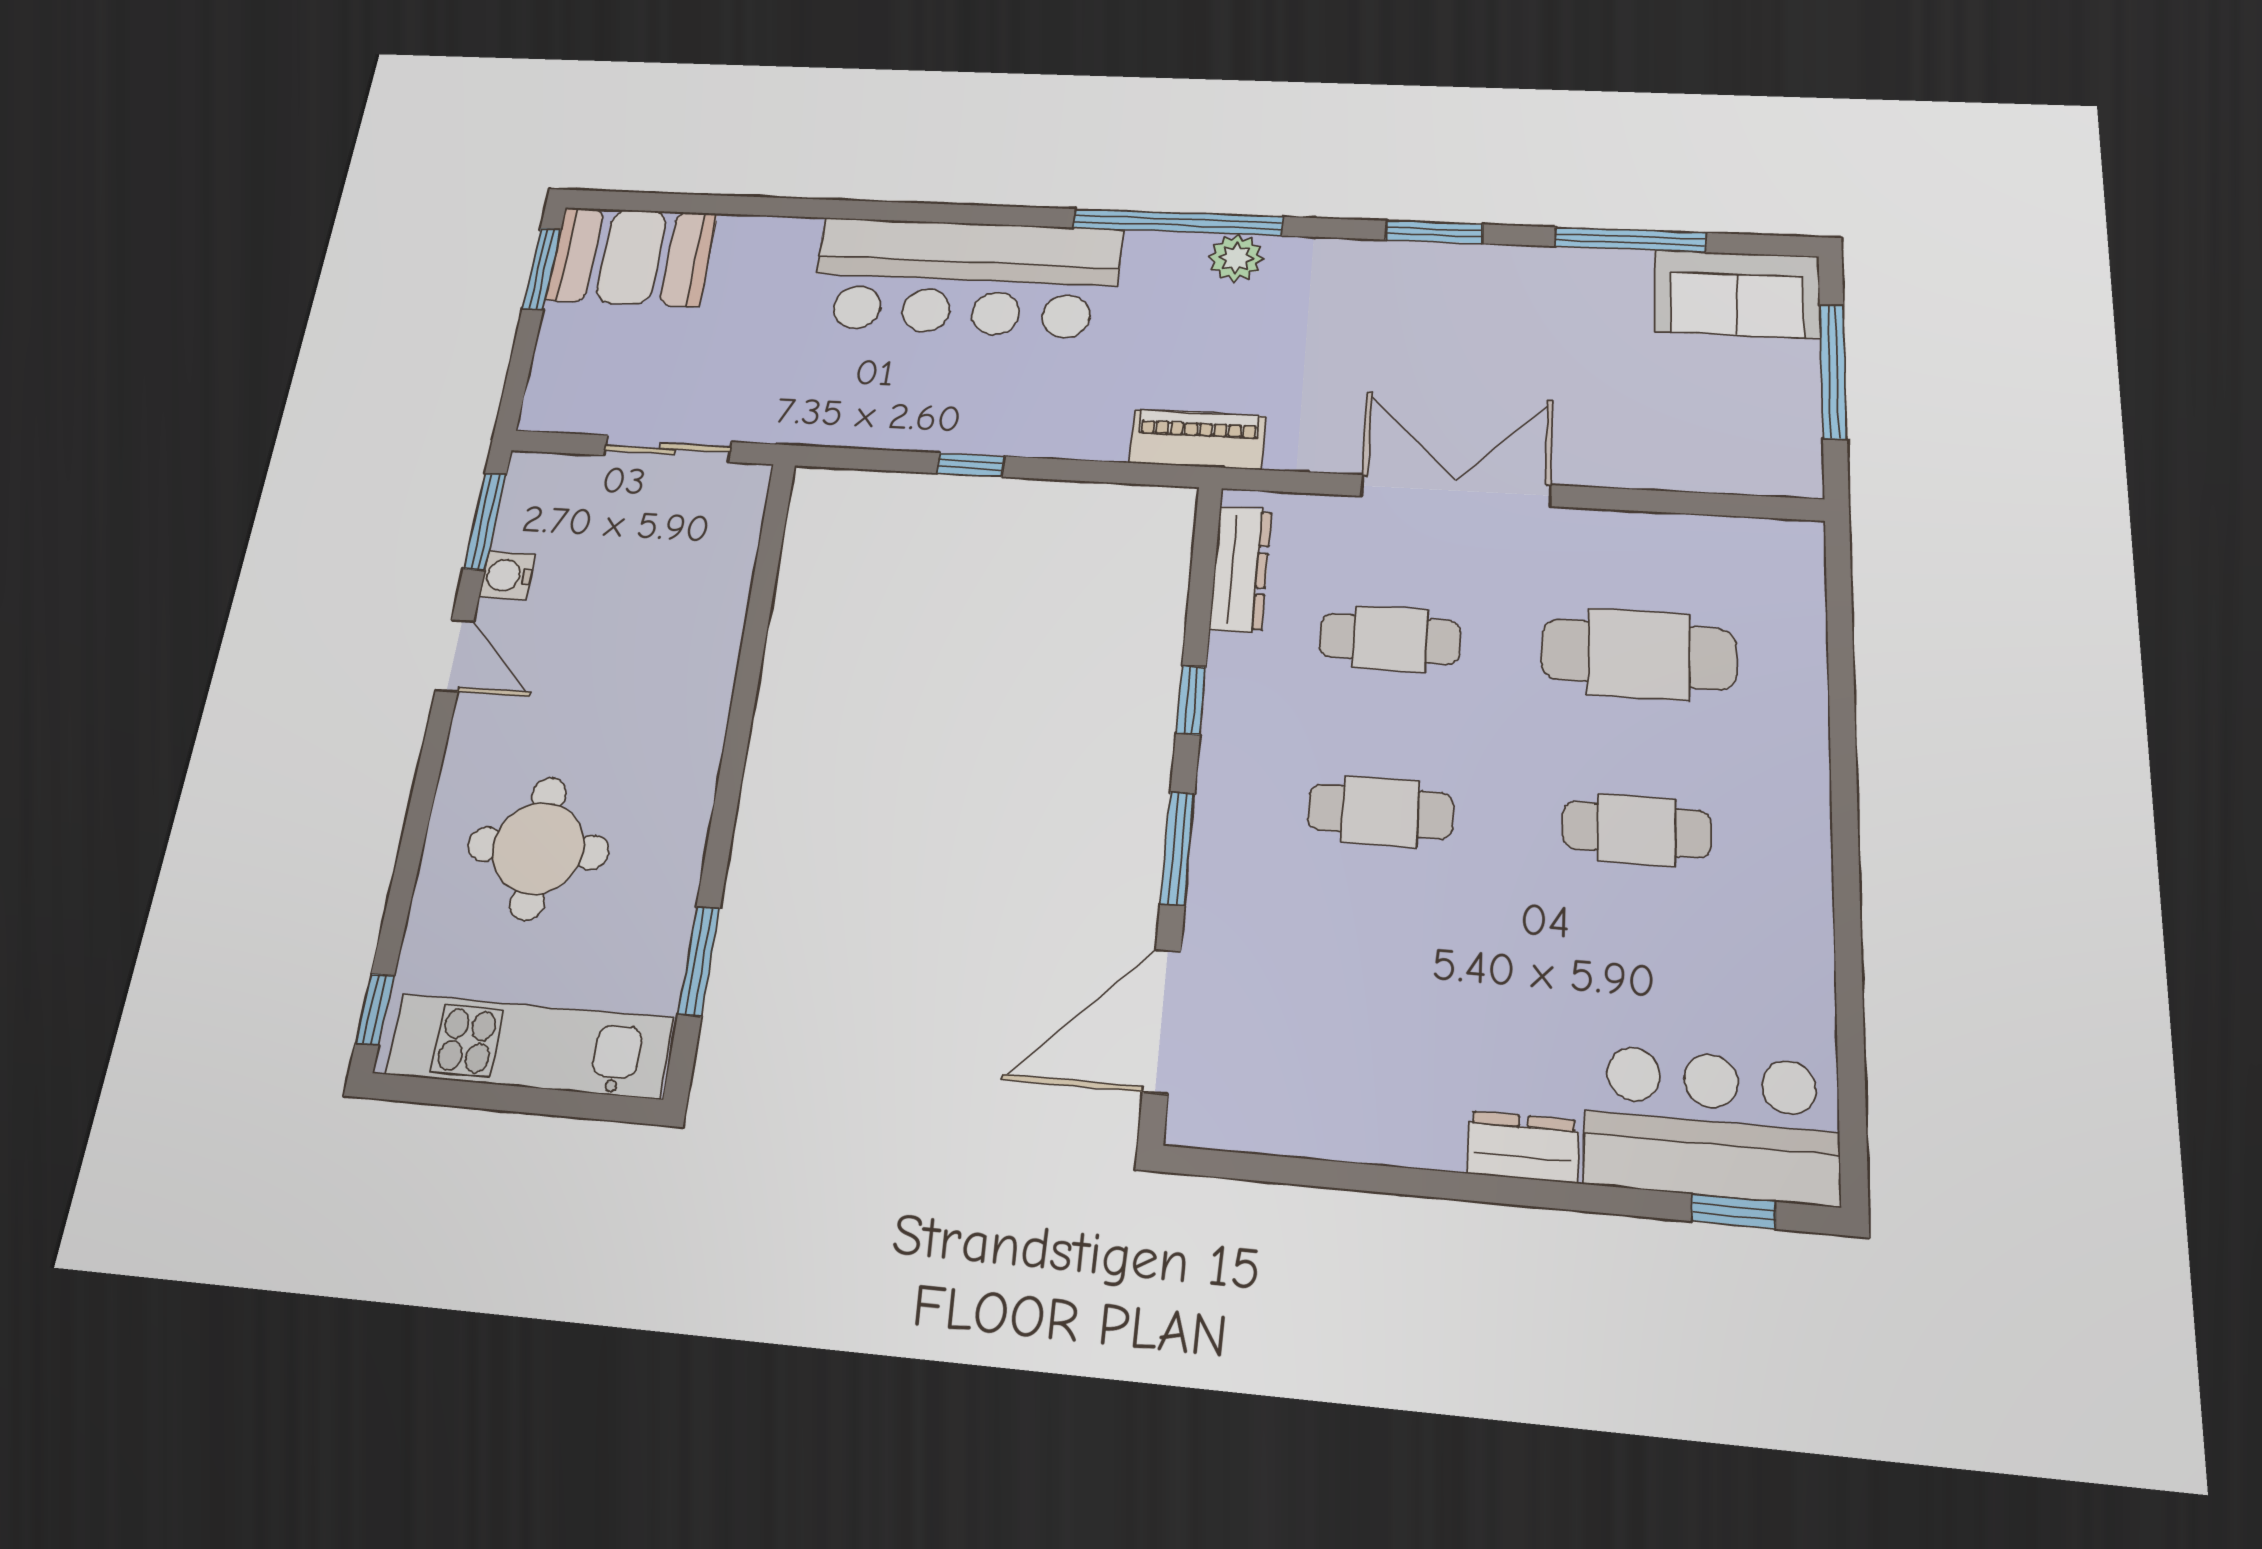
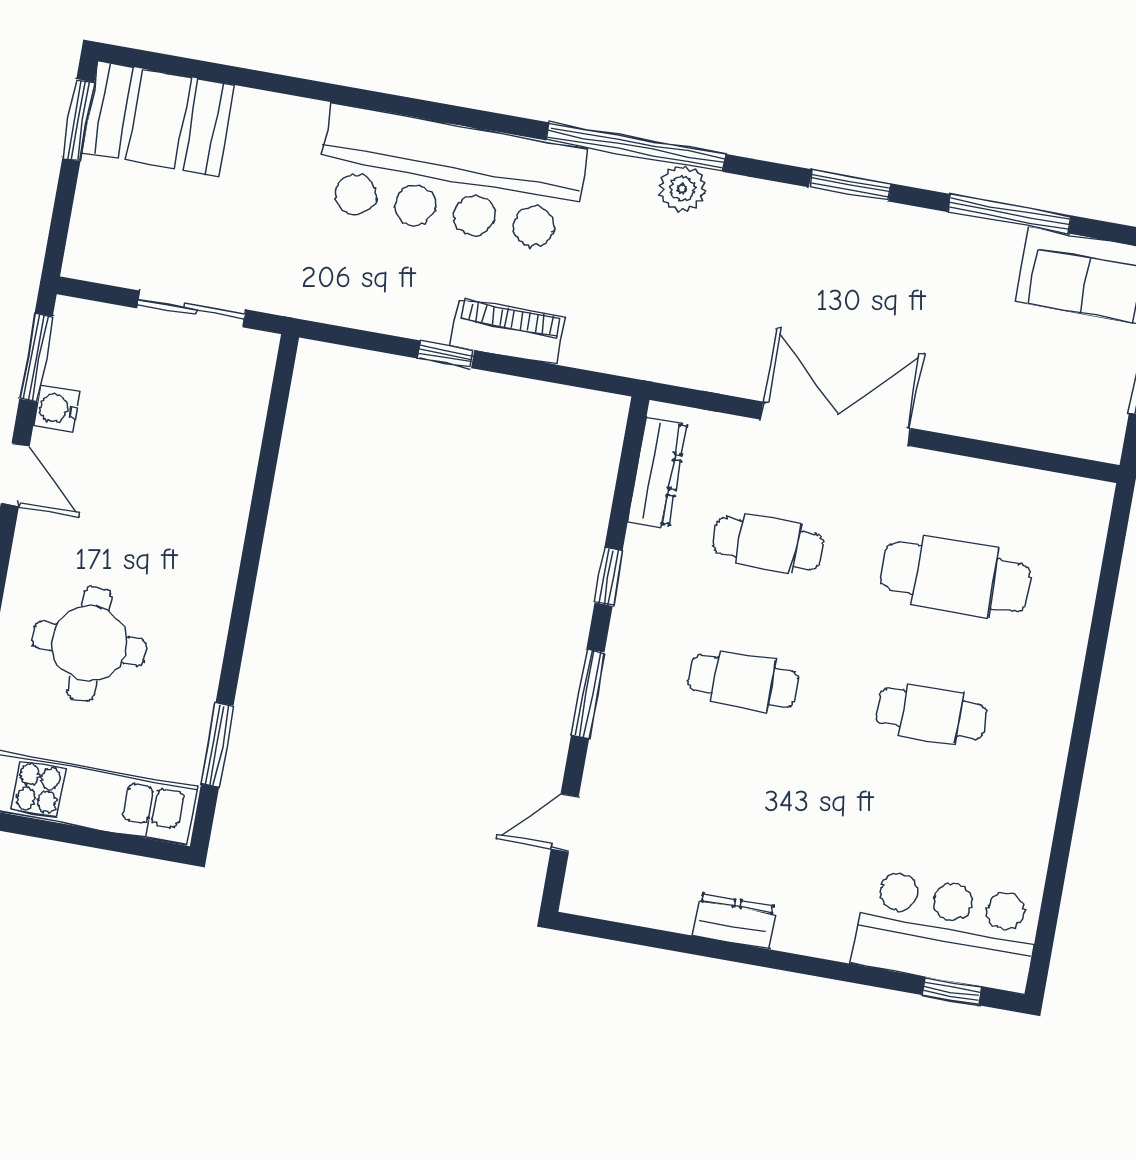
piano: (1198, 439) -> (508, 331), moved
door: (1162, 1021) -> (565, 823), width x0.53
dresser: (1523, 1147) -> (734, 921), moved

